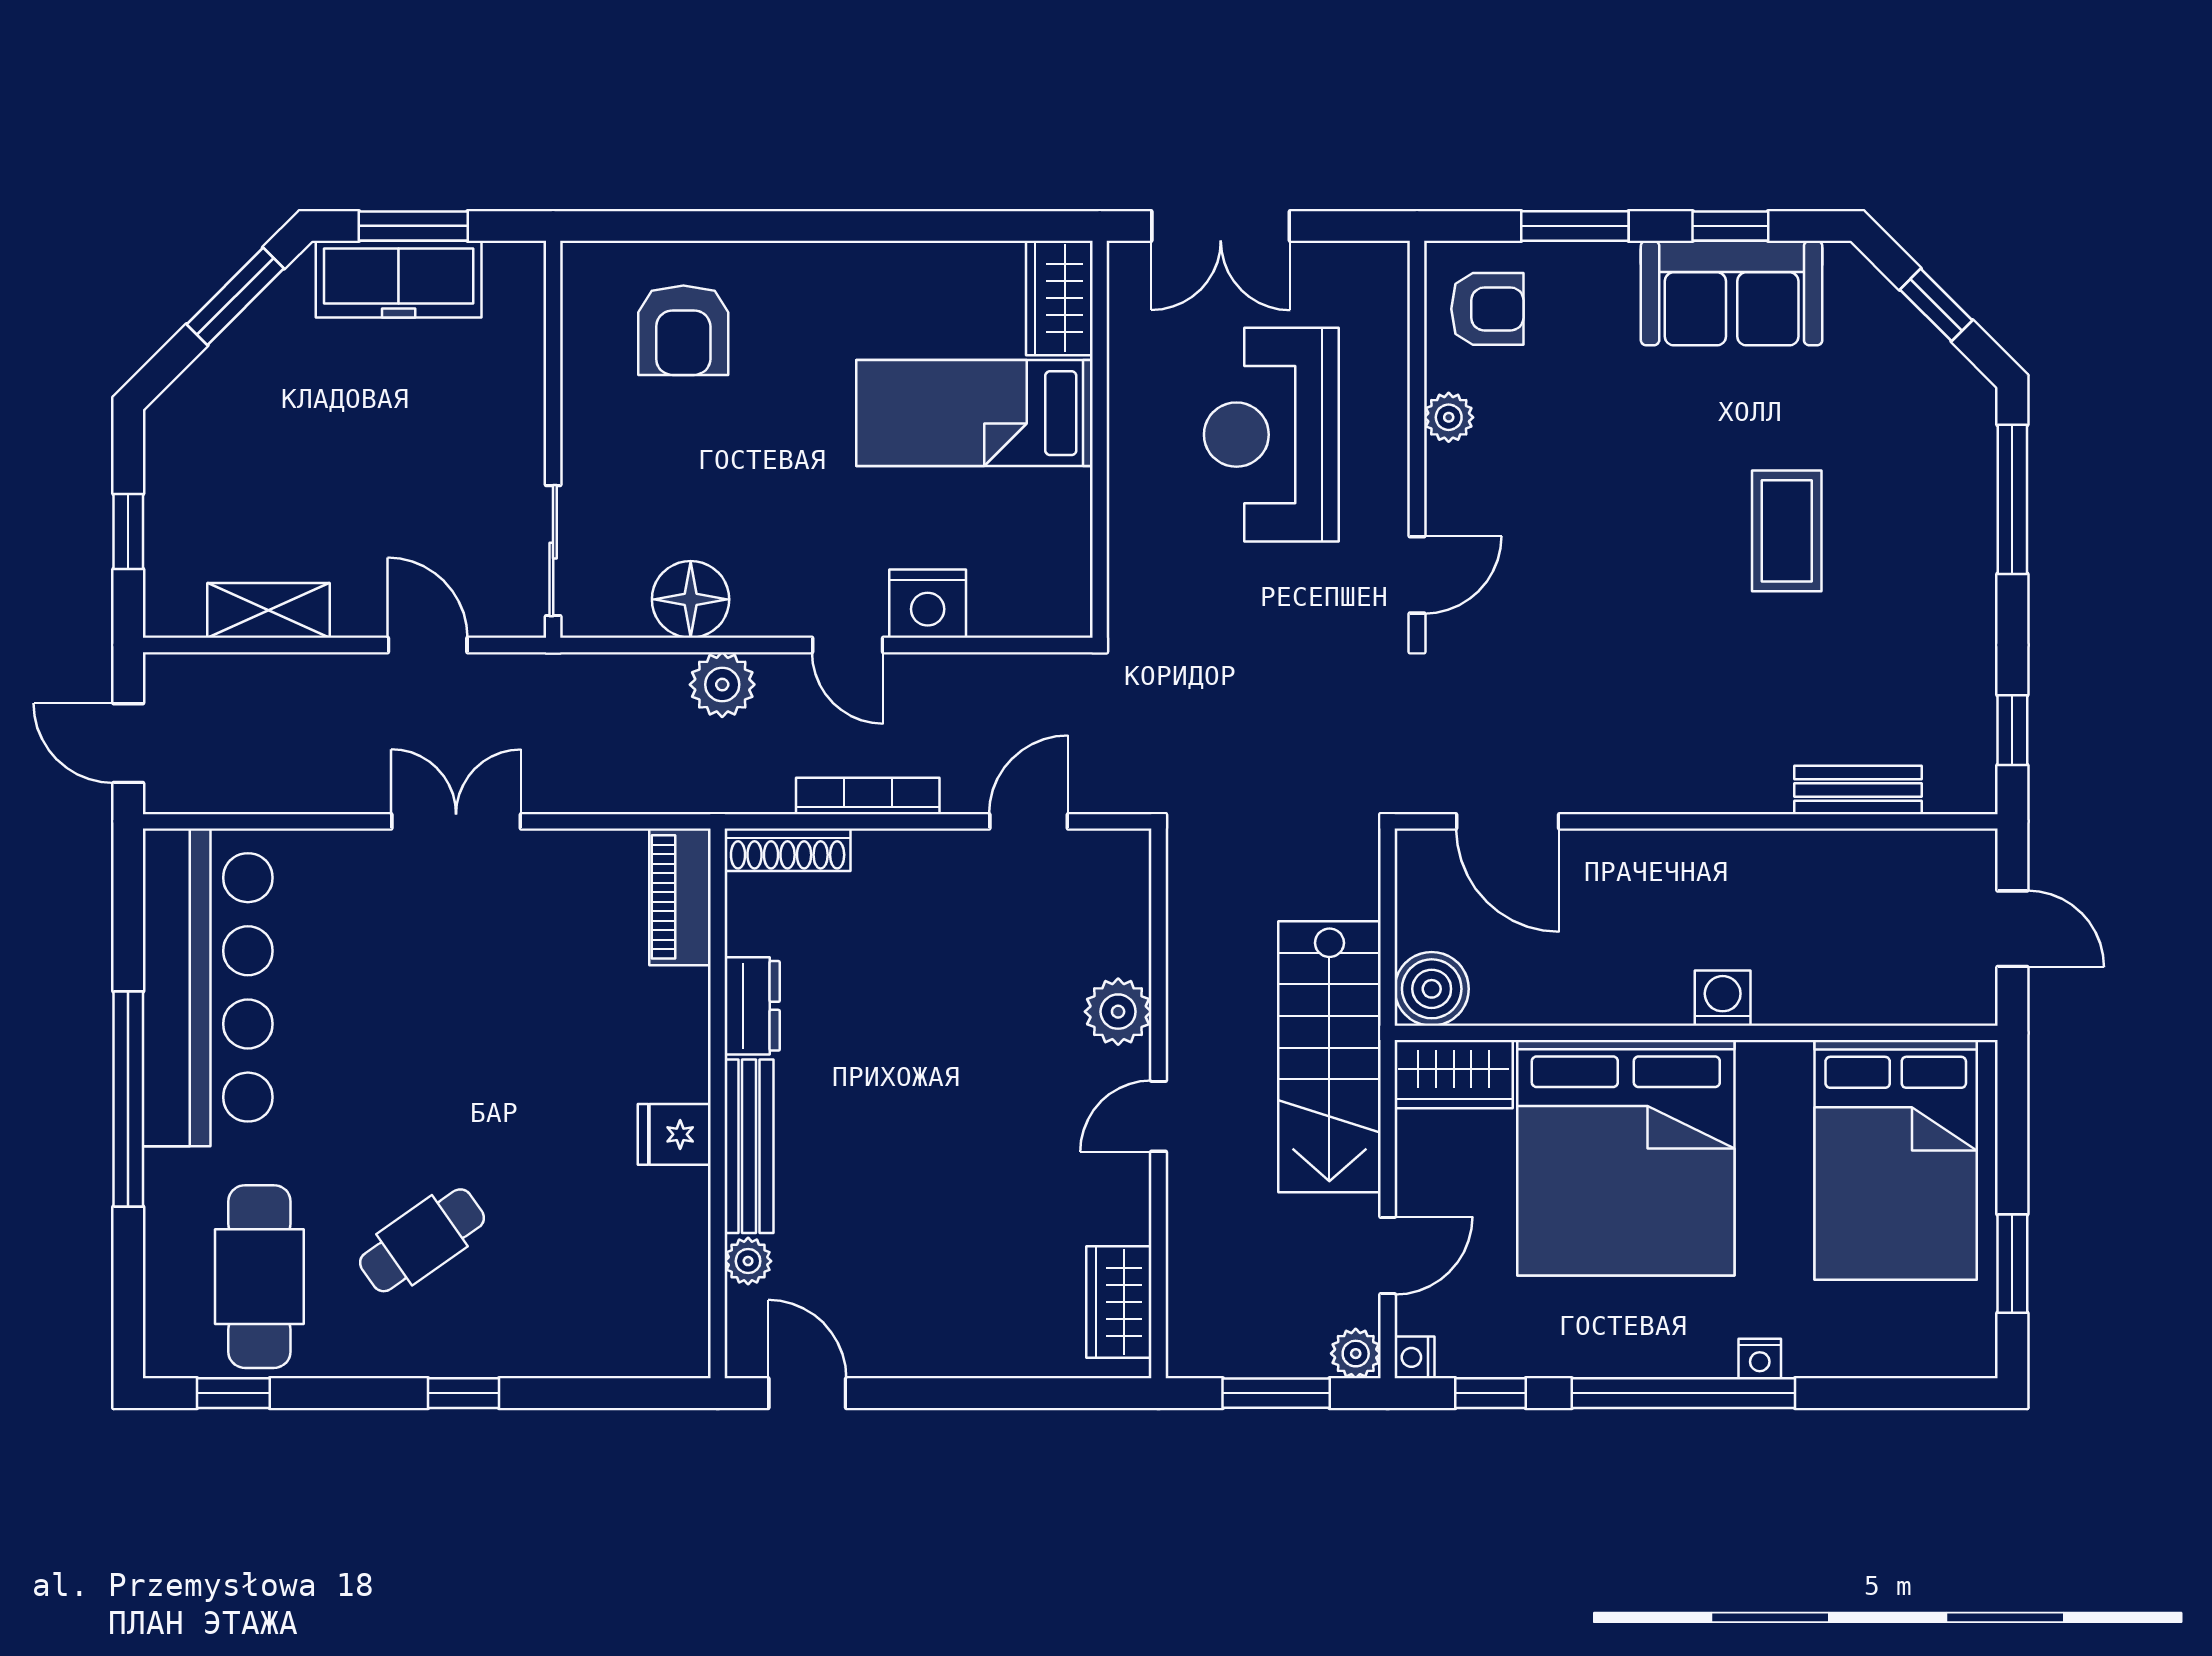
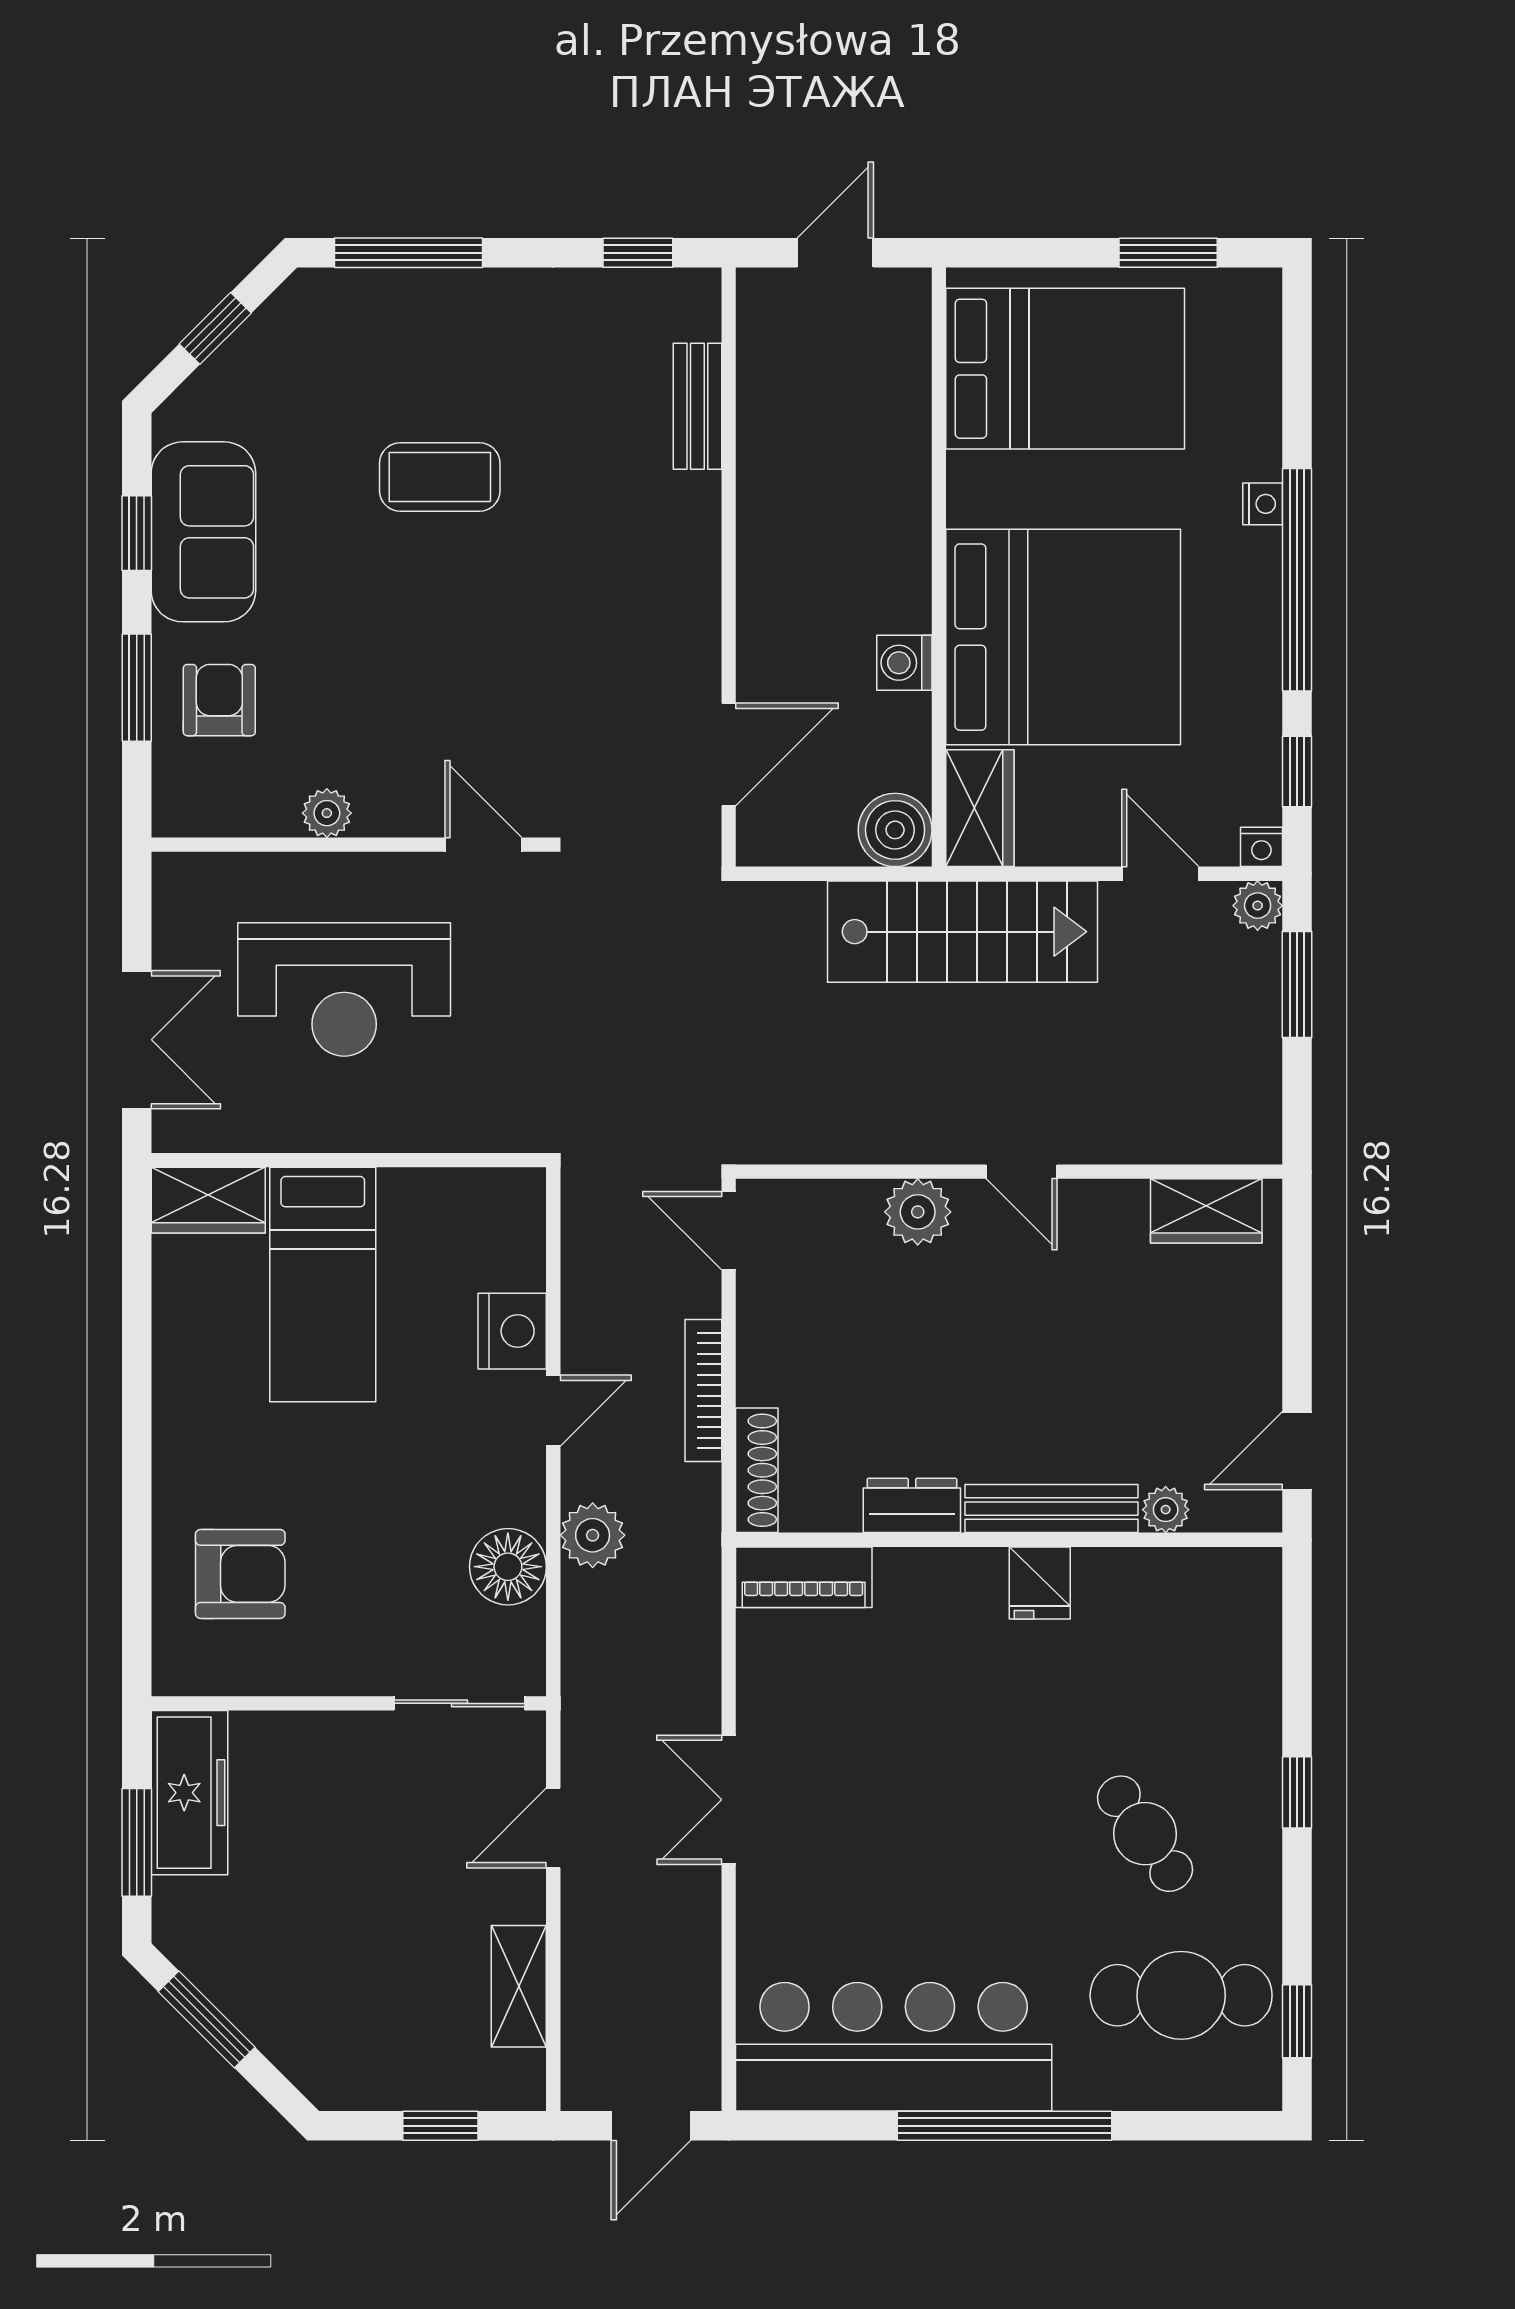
freezer: (399, 279) -> (190, 1793), moved
armchair: (1487, 309) -> (219, 700), moved
washing machine: (1723, 998) -> (904, 663), moved
plant: (1118, 1012) -> (918, 1212), moved
wall: (1158, 1103) -> (1009, 1172), moved
door: (1158, 1116) -> (1022, 1172), moved
wardrobe: (1119, 1302) -> (1206, 1211), moved

